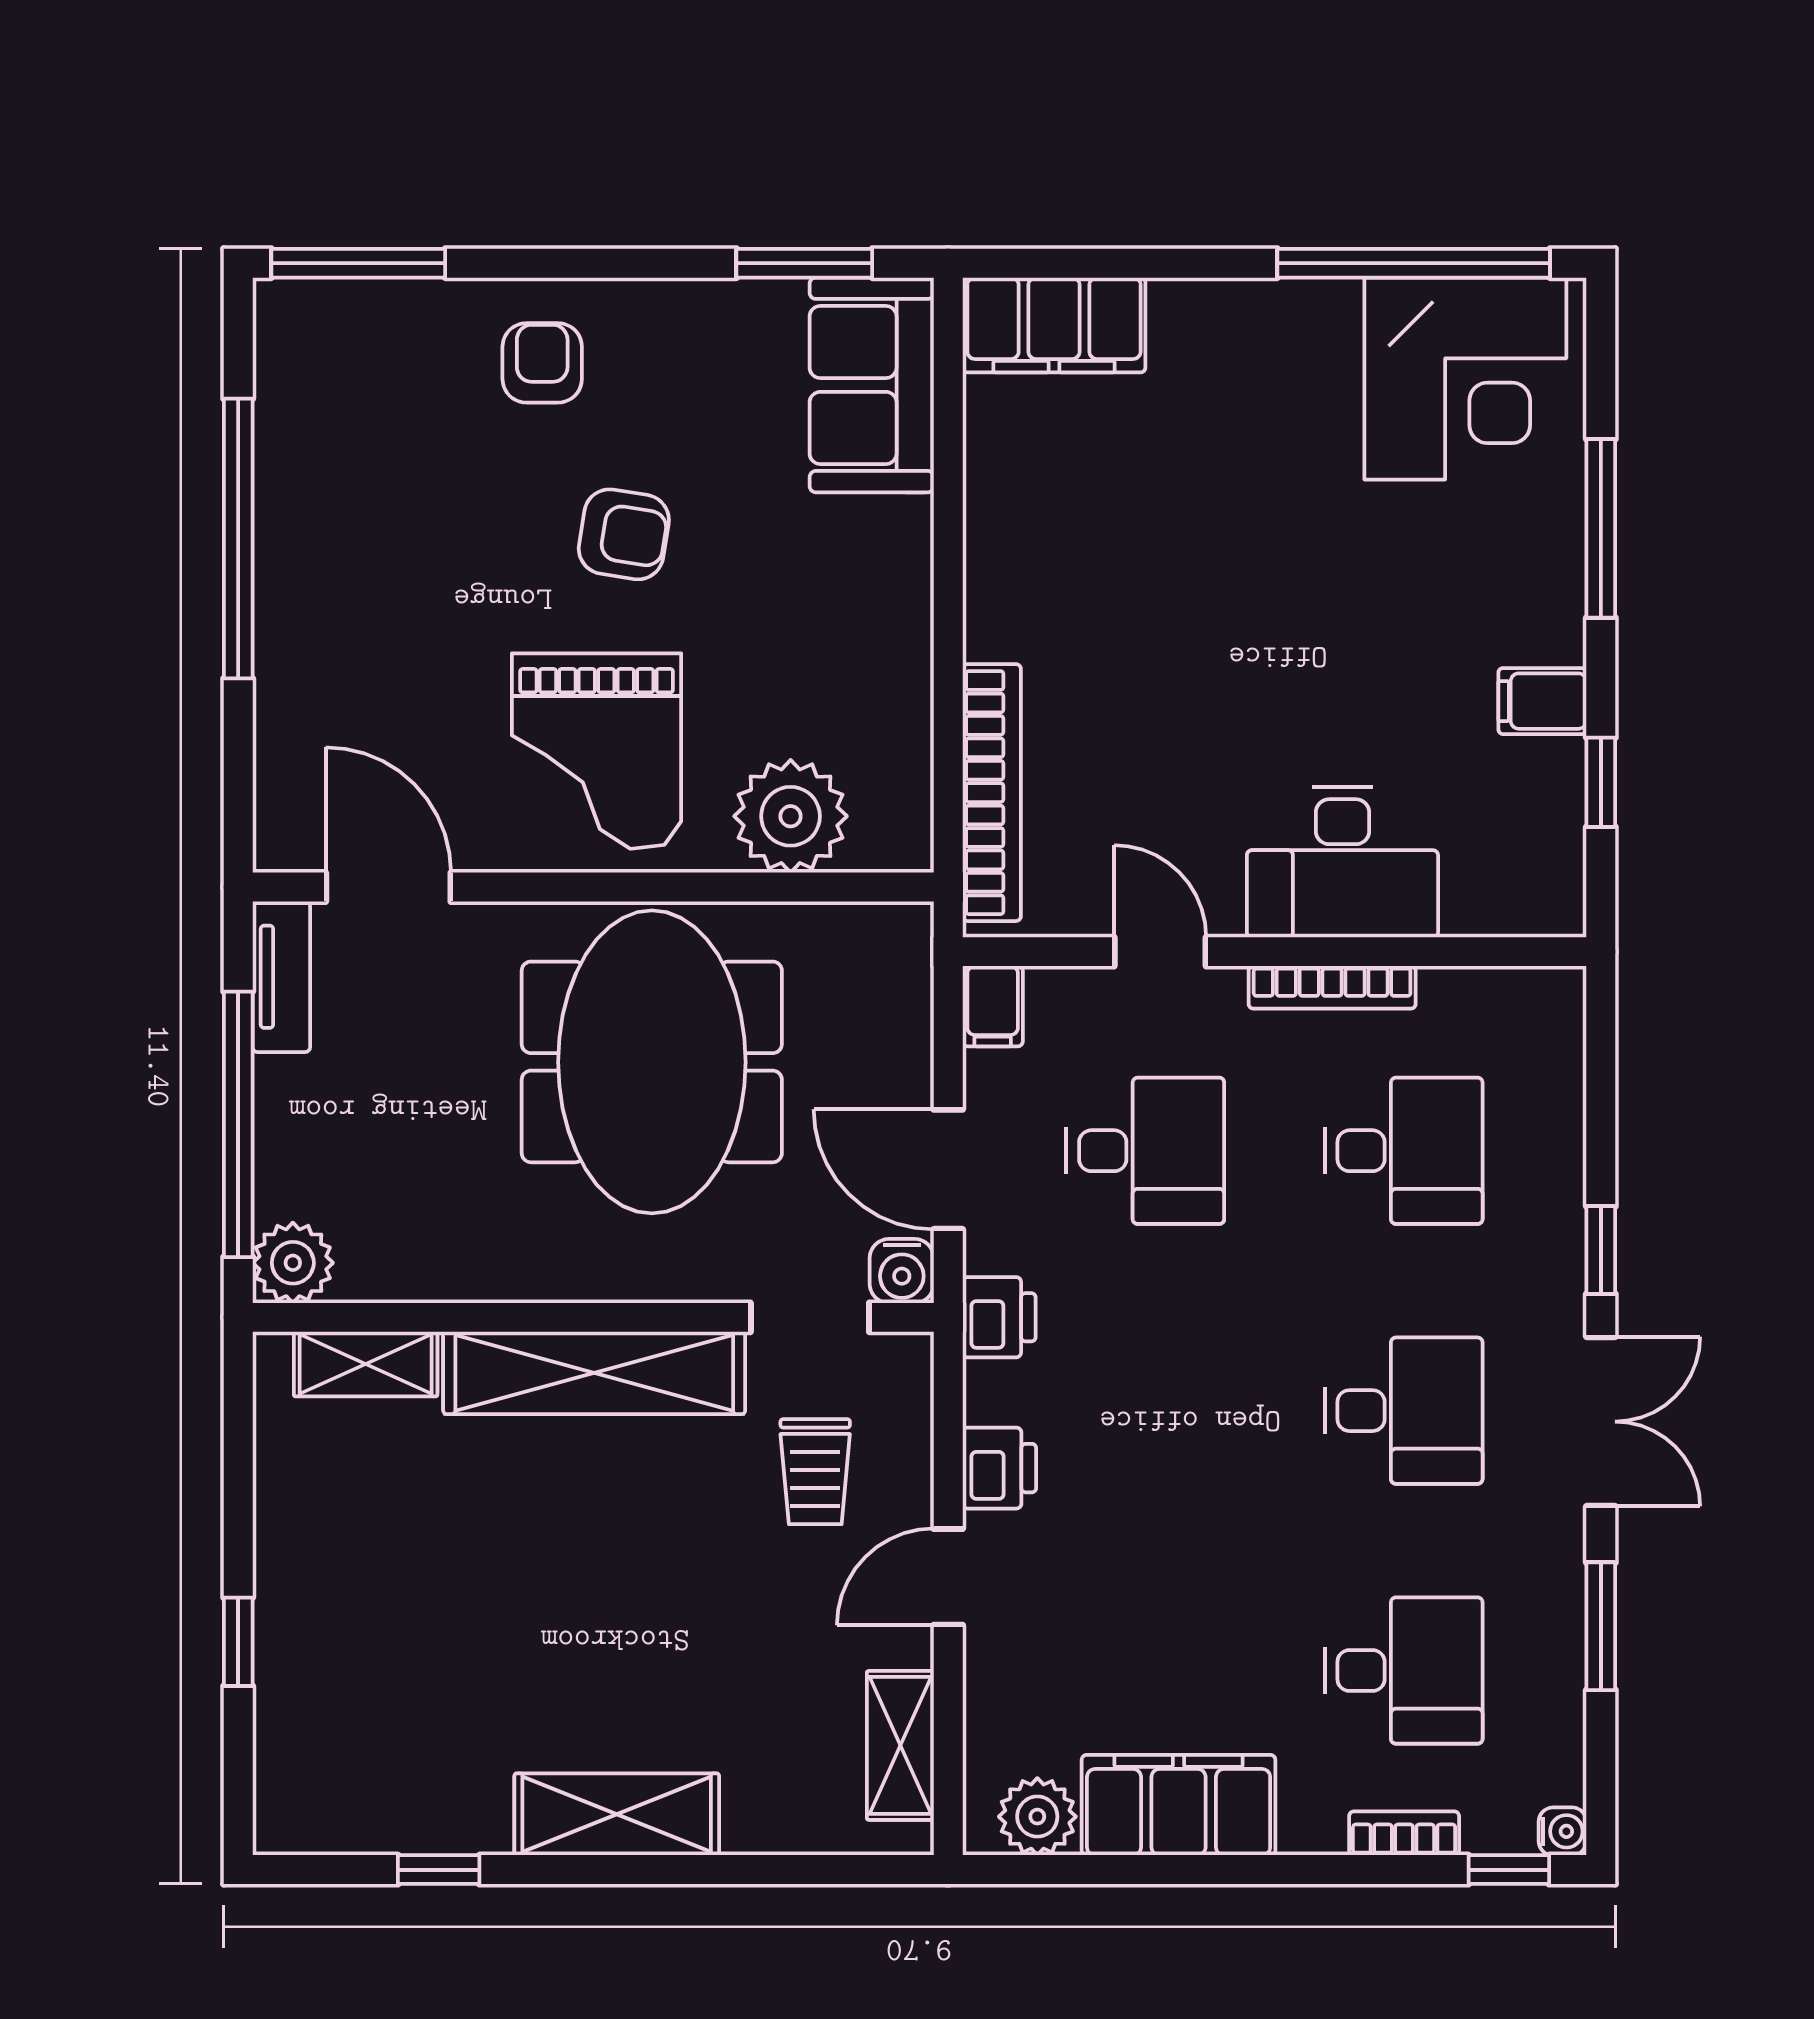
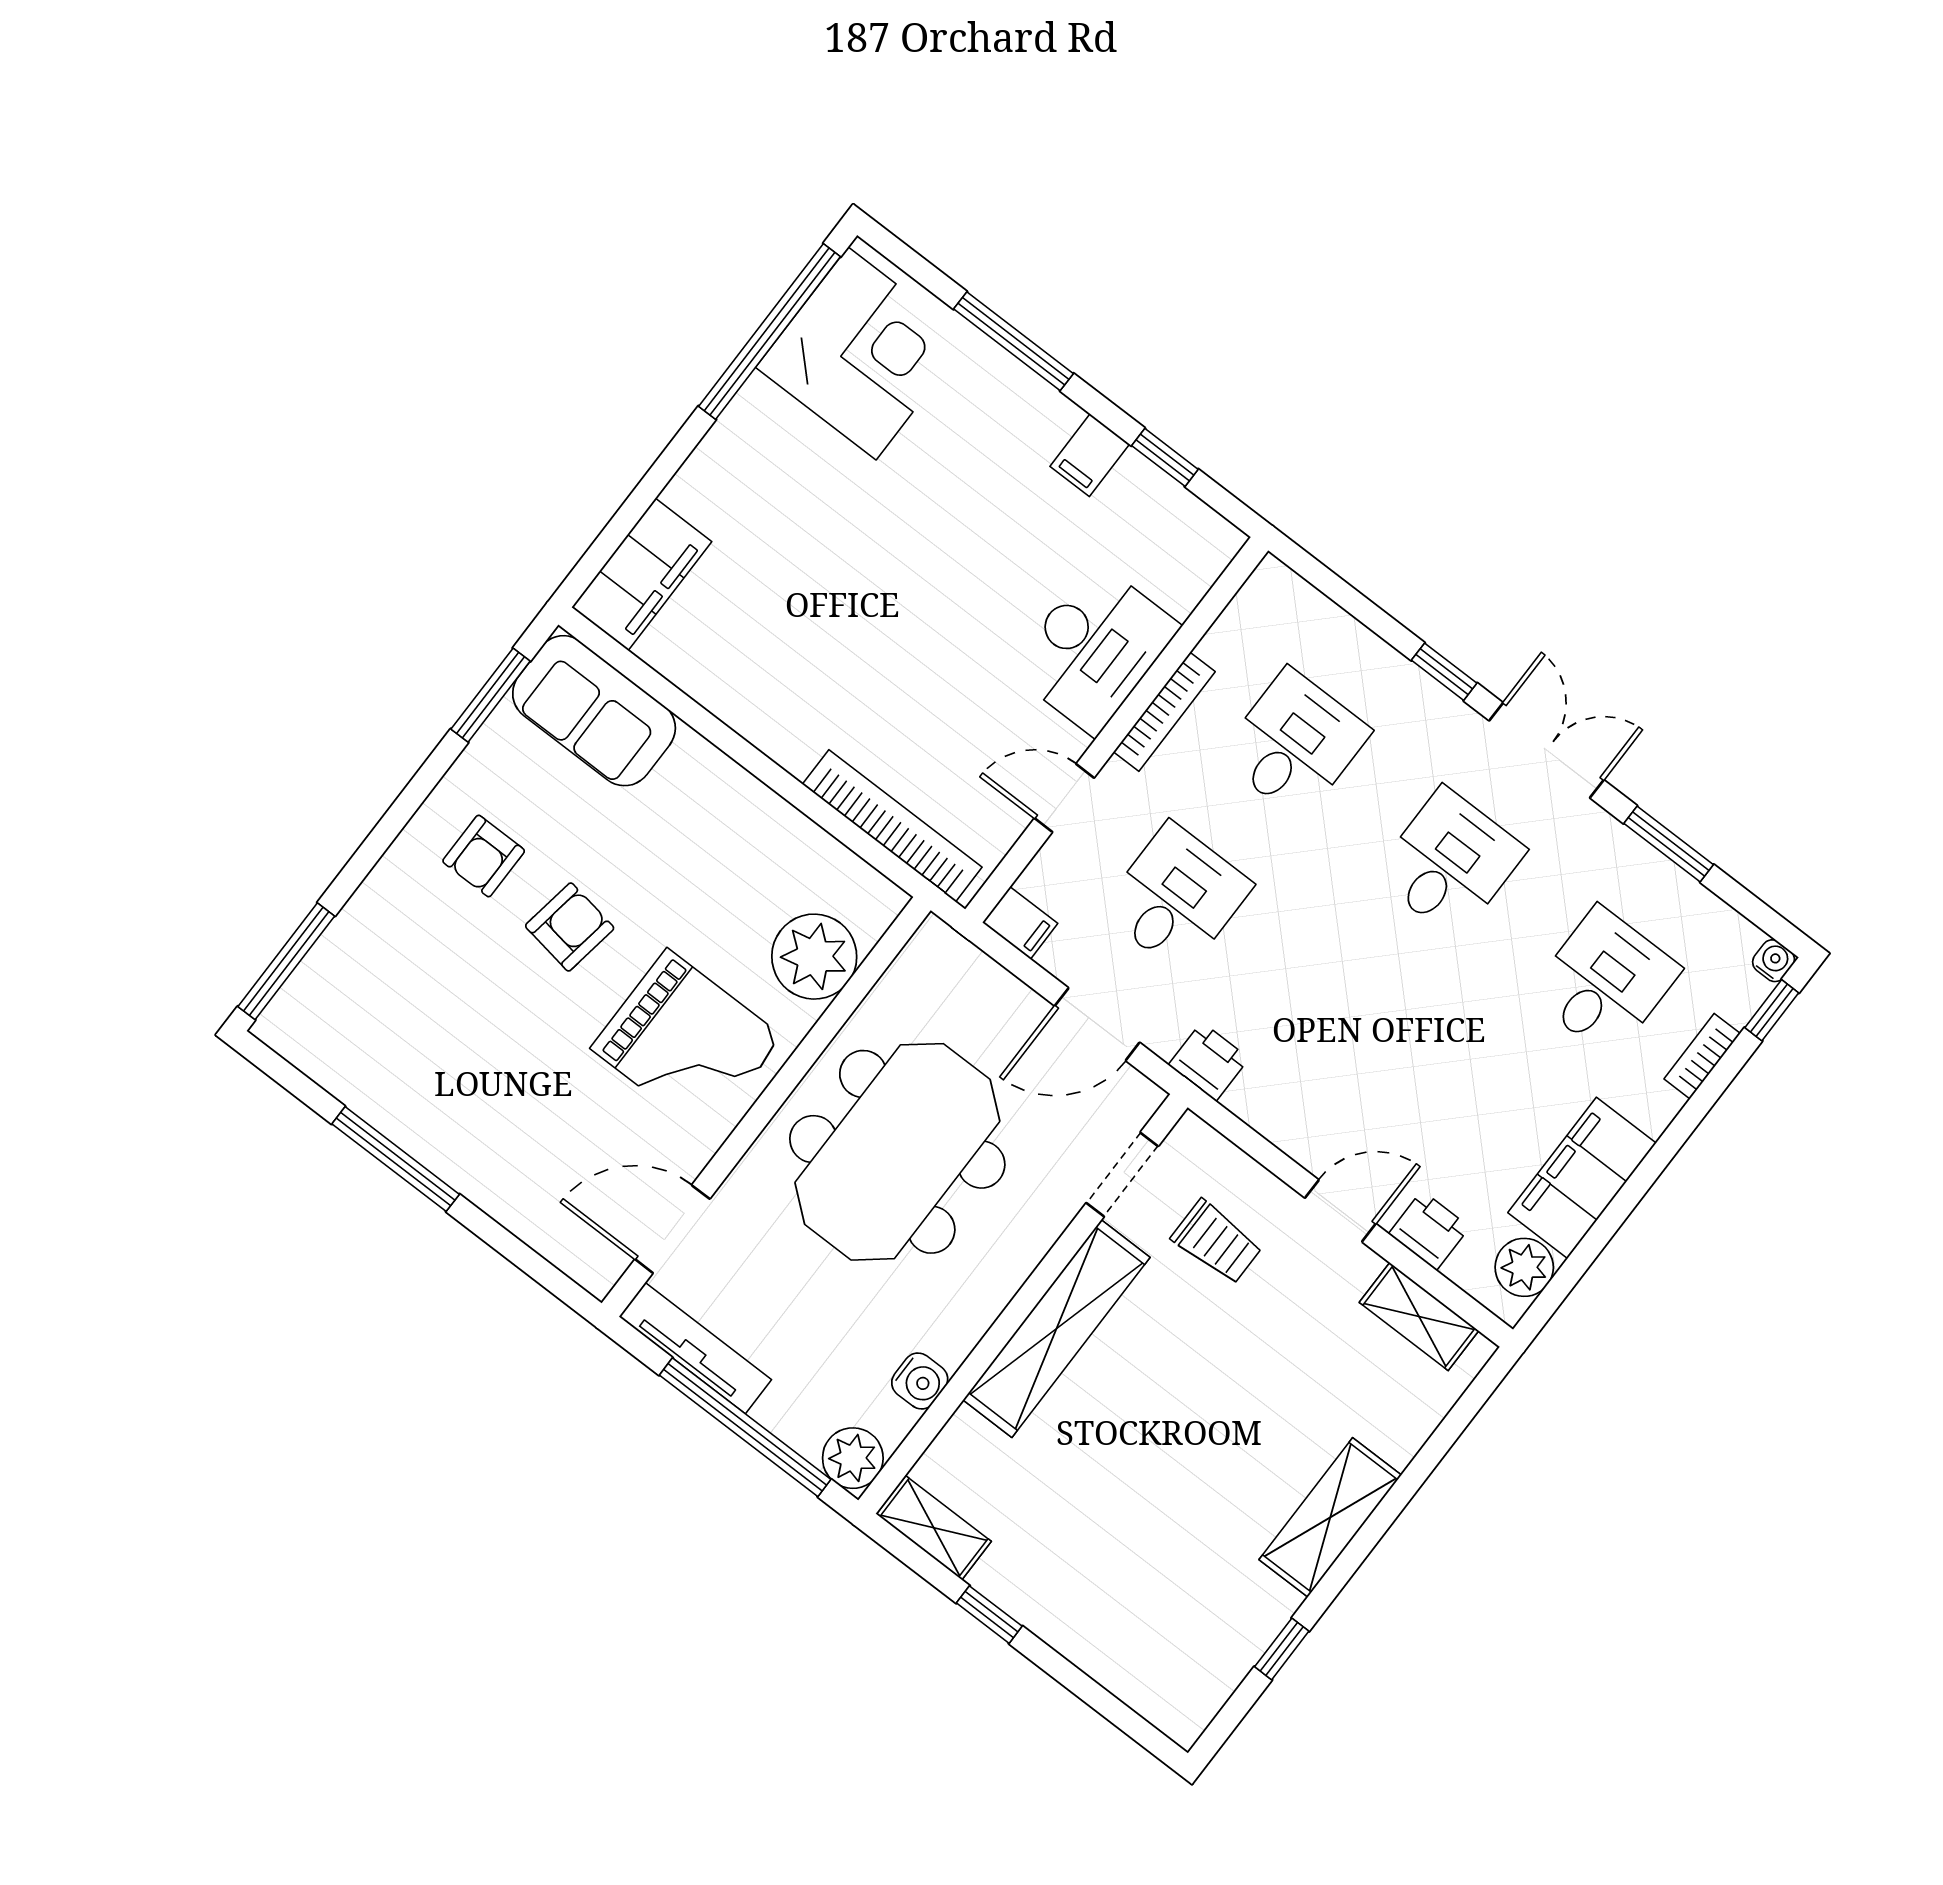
armchair: (542, 363) -> (484, 856), moved, turned -90
window: (238, 539) -> (396, 1159), width x0.68
tv unit: (281, 977) -> (695, 1348), width x1.41
meeting table: (652, 1062) -> (897, 1152), turned 90
water cooler: (902, 1271) -> (920, 1381), moved
shelving: (366, 1364) -> (934, 1528), moved, turned 90
printer: (999, 1468) -> (1429, 1230), moved
door: (948, 1577) -> (1340, 1211), swing flipped
window: (238, 1642) -> (989, 1615), moved

